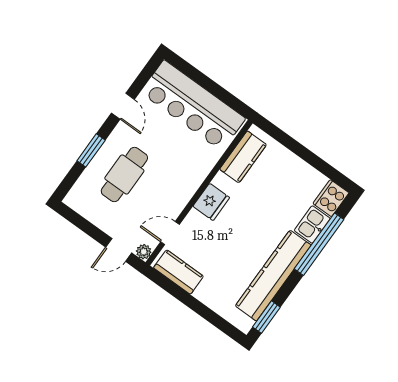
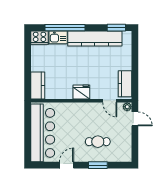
kitchen counter: (243, 157) -> (38, 85), moved, turned 90
cafe table: (124, 174) -> (98, 142), width x0.73, depth x0.74

